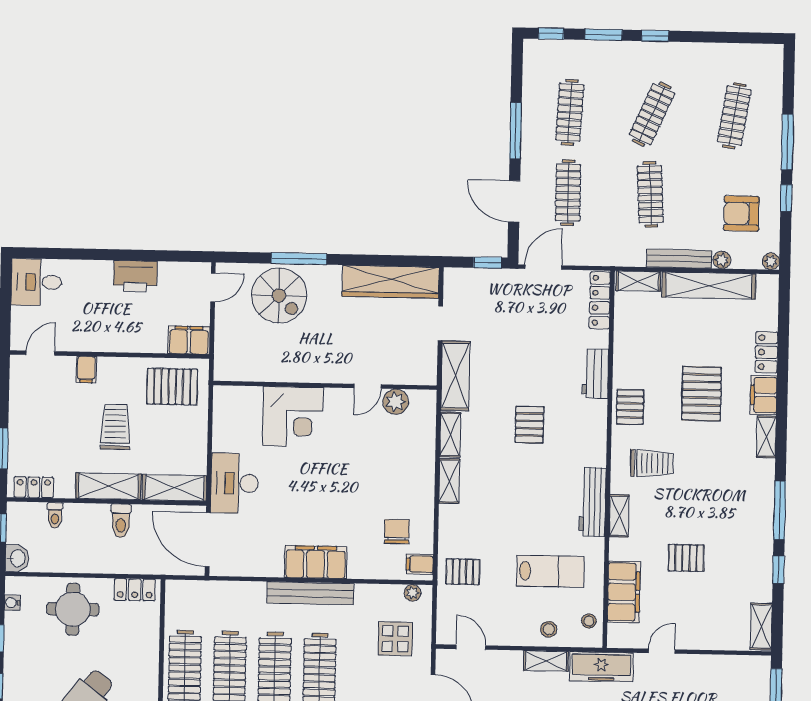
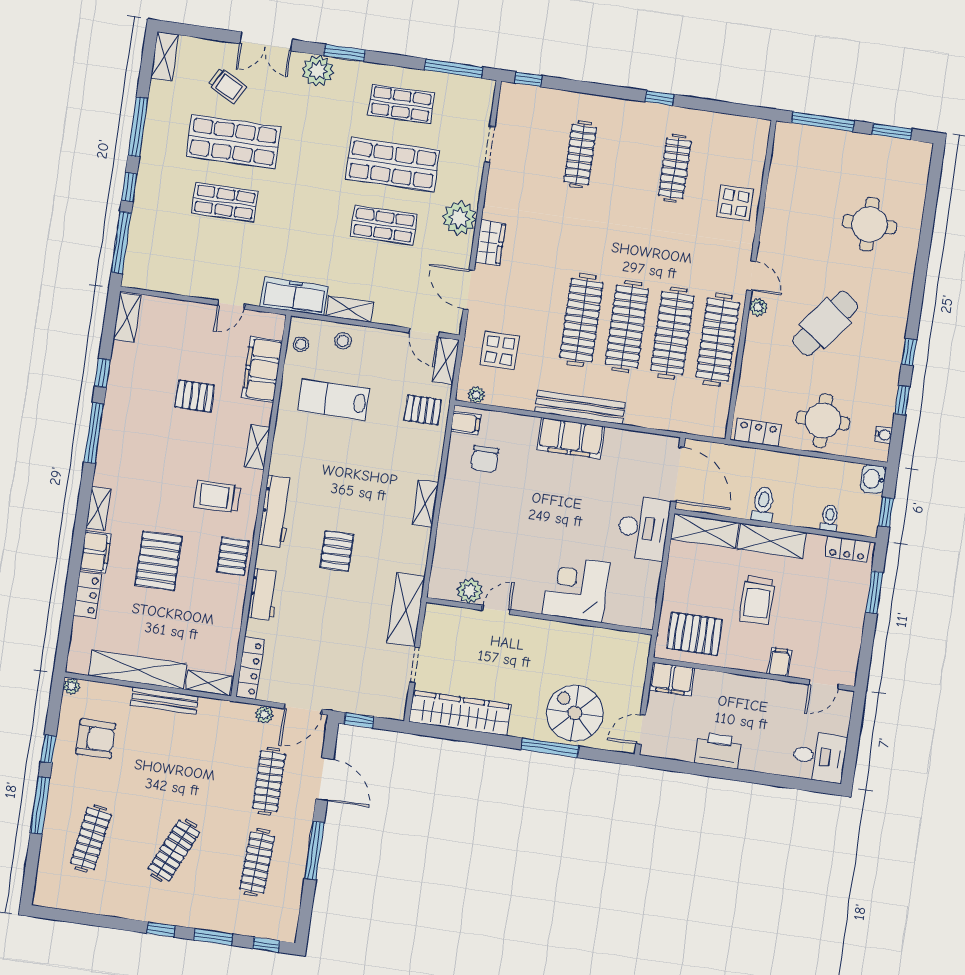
clothes rail: (650, 194) -> (186, 769), removed
plant: (722, 260) -> (264, 715), moved
shelving: (450, 435) -> (446, 361), moved
workbench: (593, 502) -> (276, 511), moved

